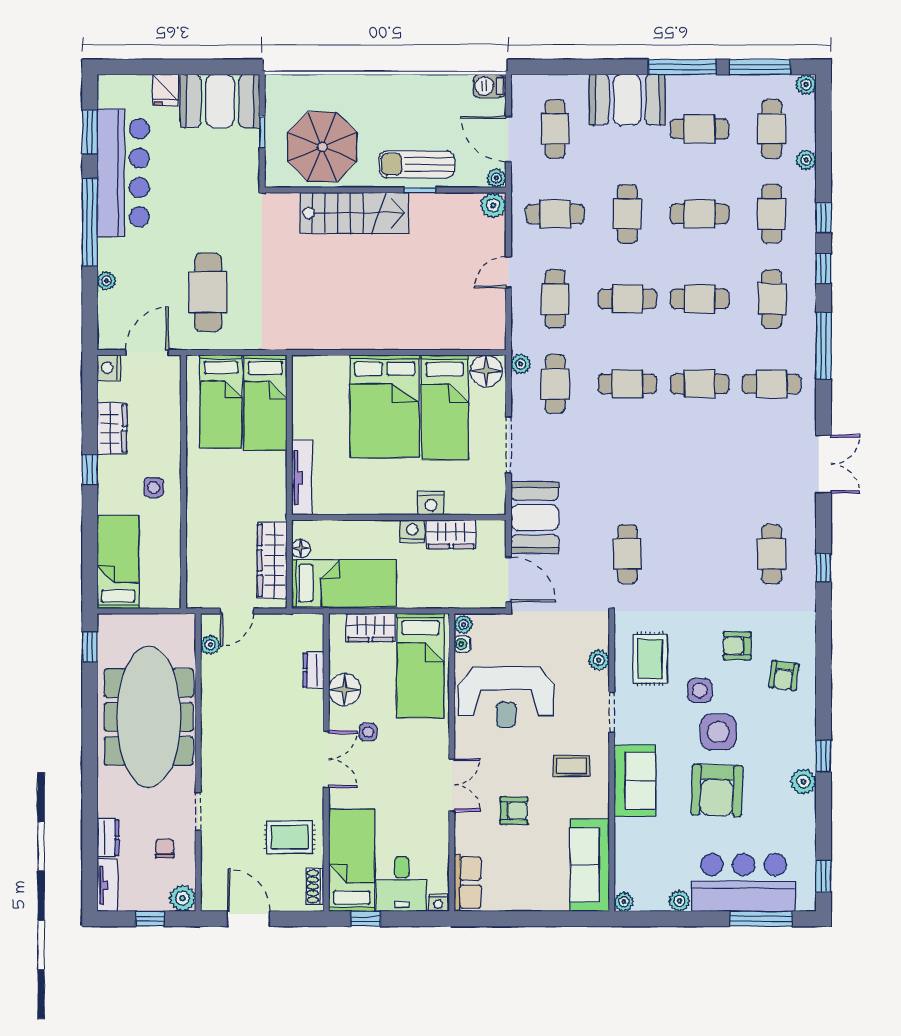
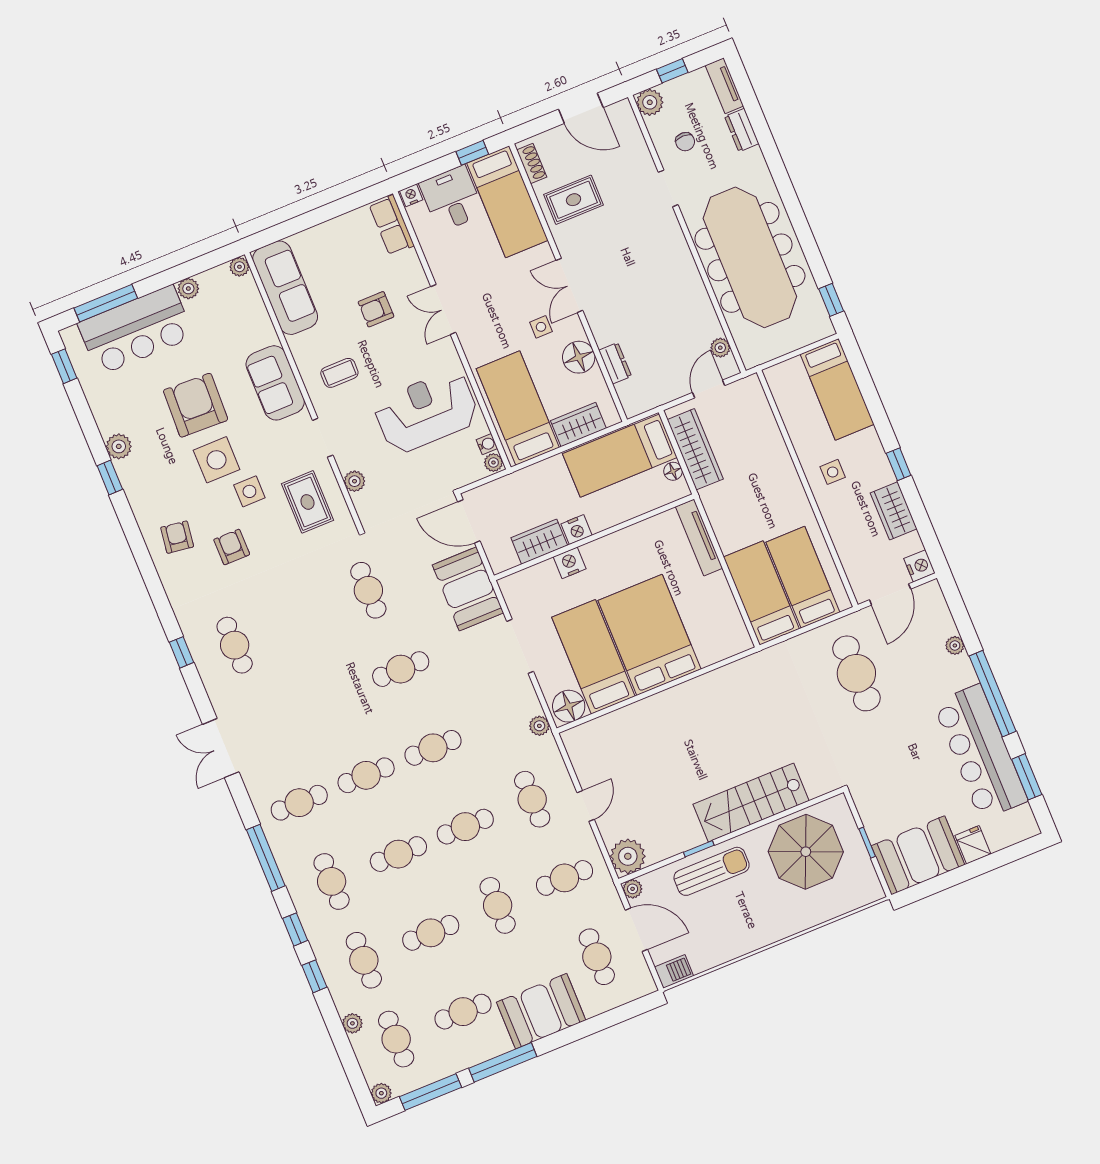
plant: (493, 205) -> (628, 856), width x1.36, depth x1.36
cafe table: (555, 384) -> (401, 669), moved, turned 90
armchair: (737, 646) -> (232, 547), turned -90

